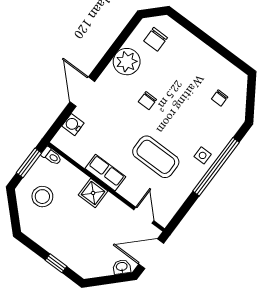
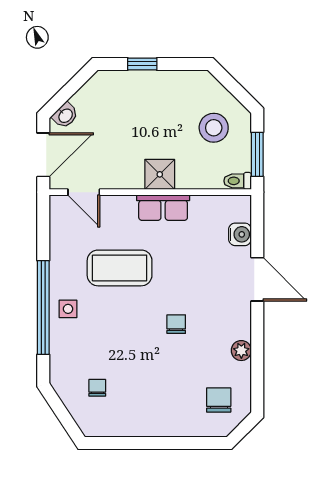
plant: (127, 62) -> (241, 351), width x0.53, depth x0.53

